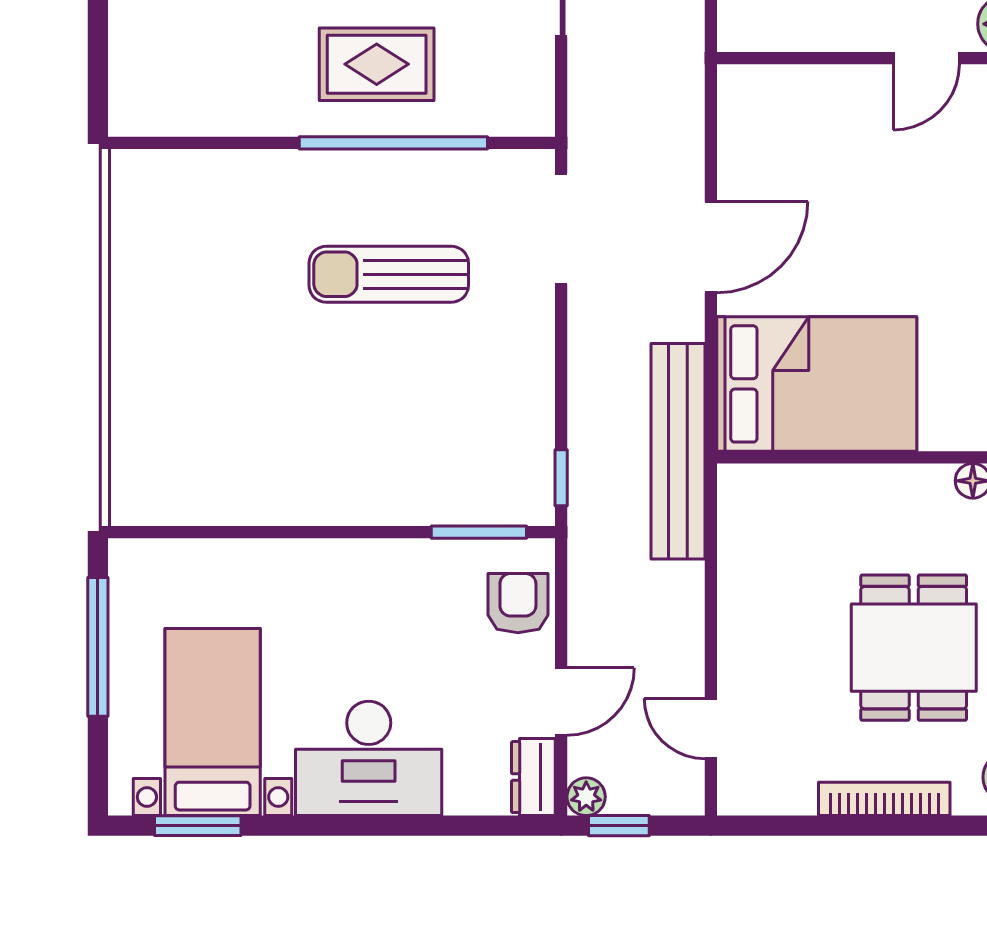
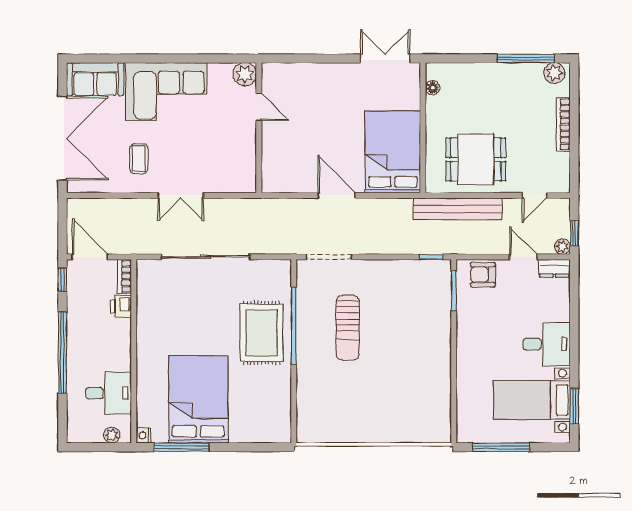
rug: (377, 64) -> (261, 333), width x1.36, depth x1.43
bench: (678, 451) -> (457, 209), moved
dining table: (914, 648) -> (476, 159), moved
desk: (369, 758) -> (547, 344), width x0.73

